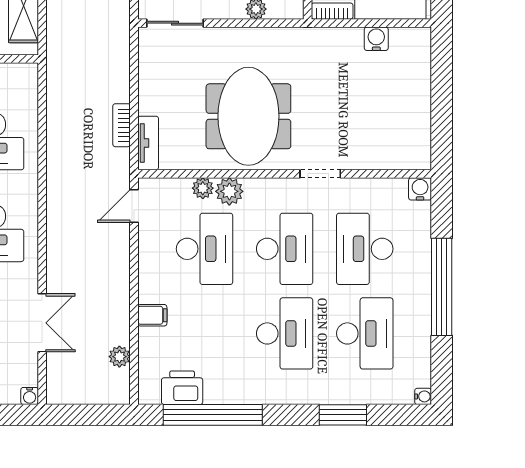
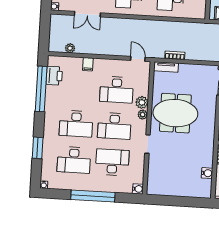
plant: (203, 188) -> (143, 115), moved

